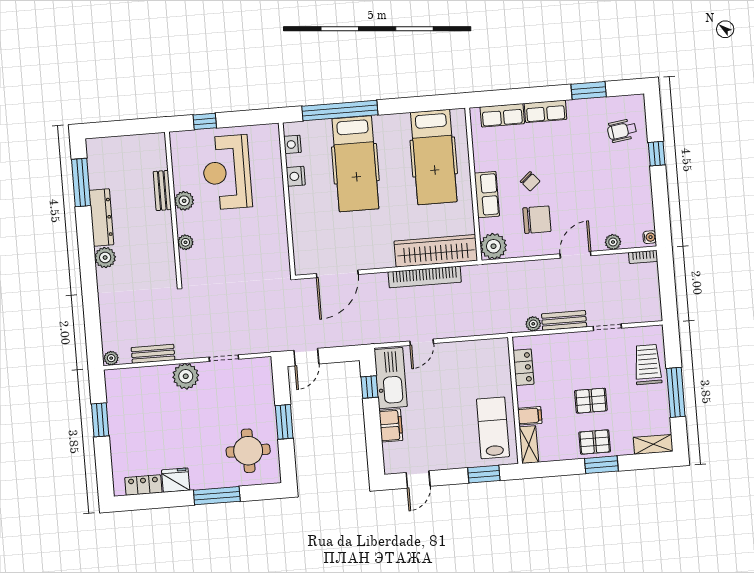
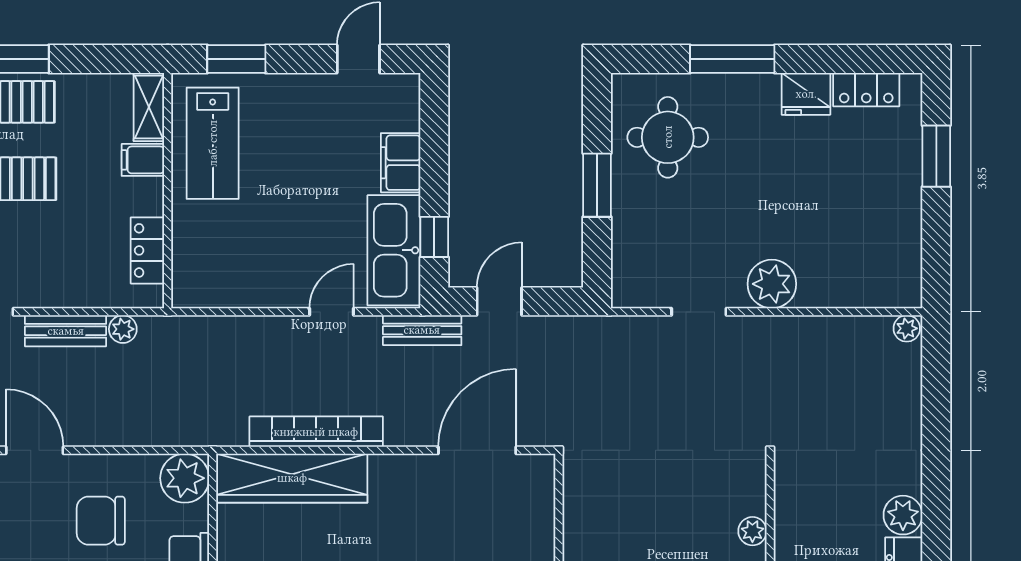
door: (575, 255) -> (35, 450), swing flipped
bench: (153, 354) -> (422, 330), moved
door: (306, 357) -> (499, 301), moved
window: (100, 420) -> (936, 156), moved

